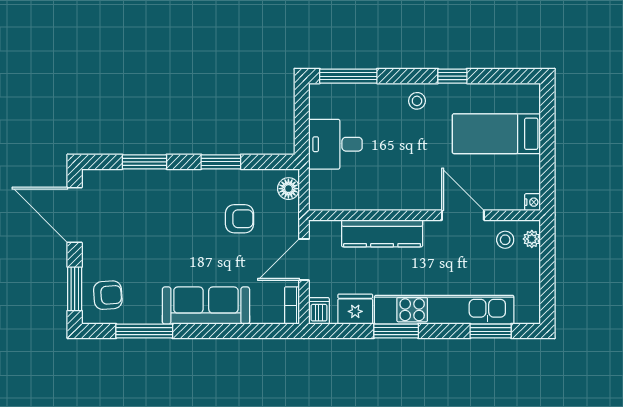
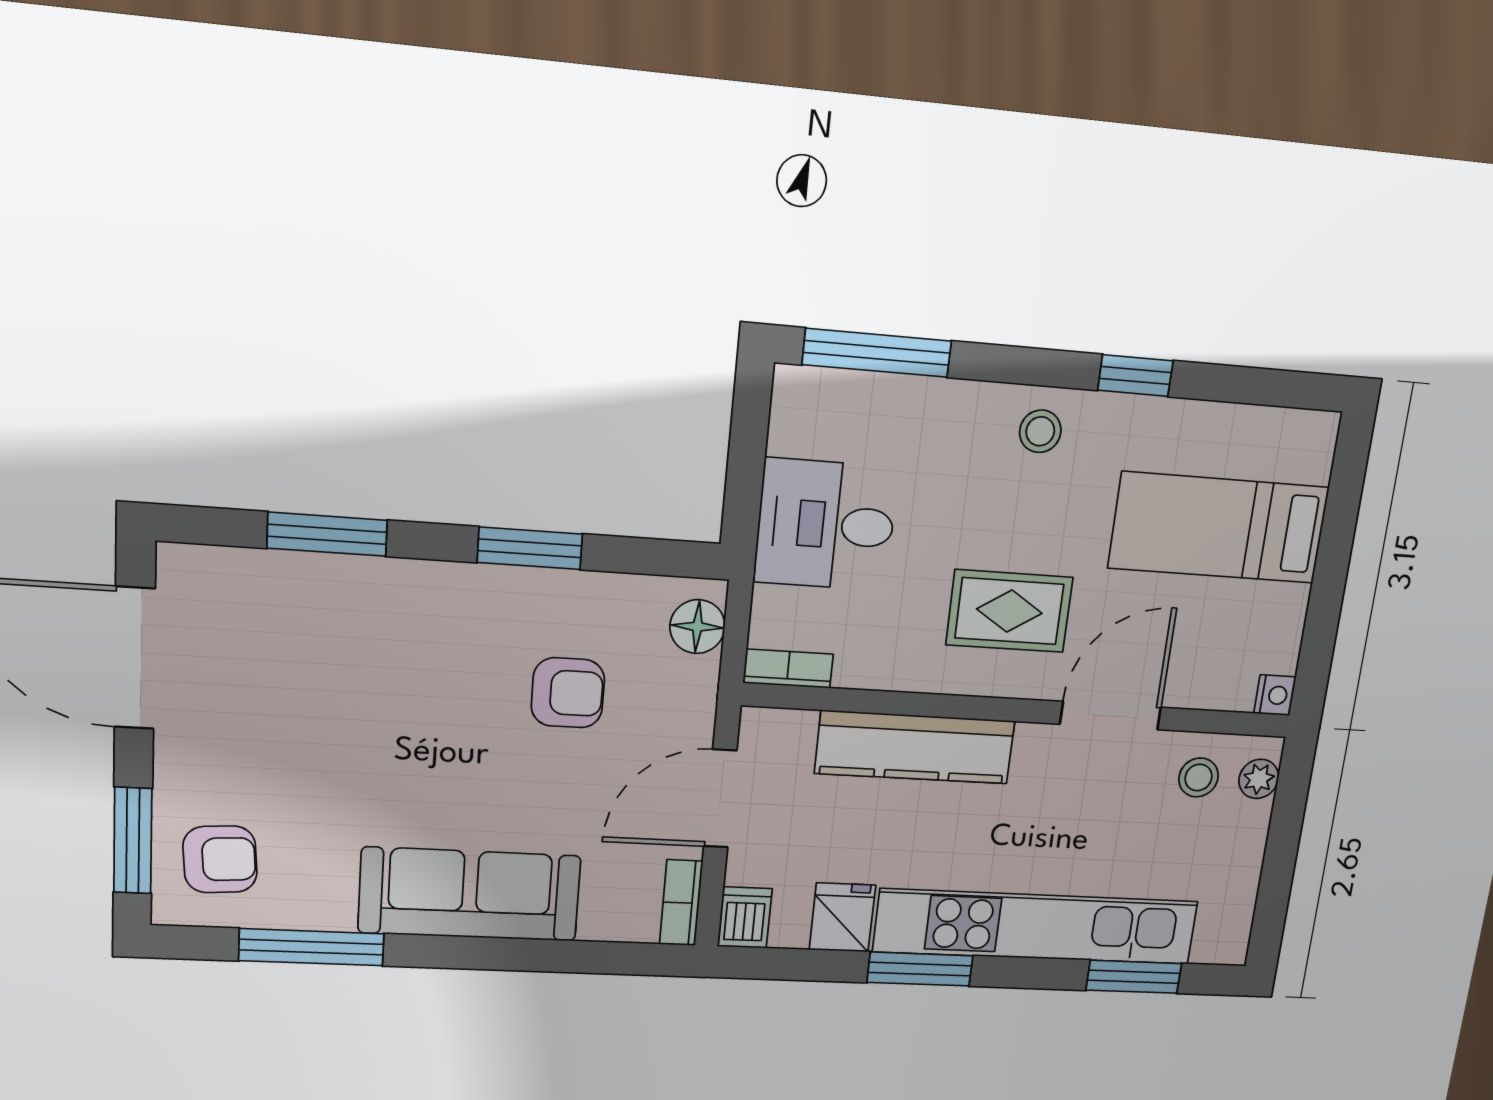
rug: (414, 174) -> (1009, 611), added
bookcase: (326, 203) -> (788, 669), added
door: (463, 215) -> (1110, 716), hinge flipped
fridge: (355, 309) -> (842, 917), width x0.72

